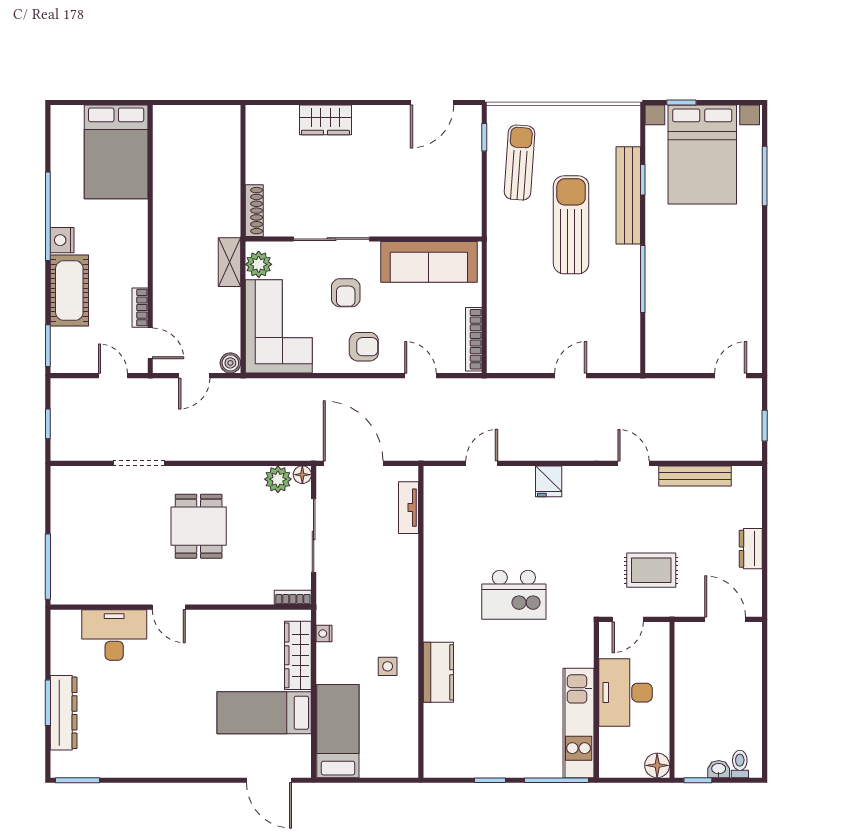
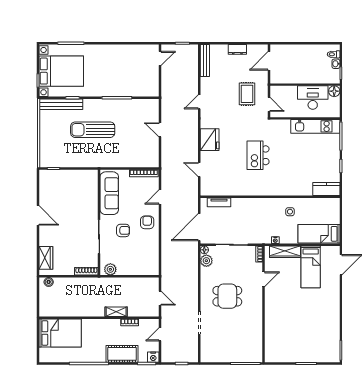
door: (432, 103) -> (38, 215), moved
wardrobe: (325, 120) -> (46, 258), moved
sun lounger: (520, 163) -> (65, 153), removed
bench: (628, 195) -> (61, 104), moved
nightstand: (62, 240) -> (153, 357), moved
shelving: (229, 262) -> (116, 312), moved
corner sofa: (279, 326) -> (138, 260), removed
door: (150, 343) -> (146, 318), removed
boiler: (230, 363) -> (49, 282), moved
door: (731, 376) -> (160, 58), swing flipped
bench: (695, 476) -> (205, 60), moved
fridge: (549, 481) -> (210, 140), width x1.88, depth x1.34
kitchen island: (514, 595) -> (258, 155), turned 180
door: (169, 607) -> (264, 279), moved
desk: (114, 635) -> (276, 334), removed
kitchen counter: (438, 672) -> (326, 189), moved
desk: (625, 693) -> (313, 98), moved, turned 180
dresser: (64, 713) -> (311, 356), removed

